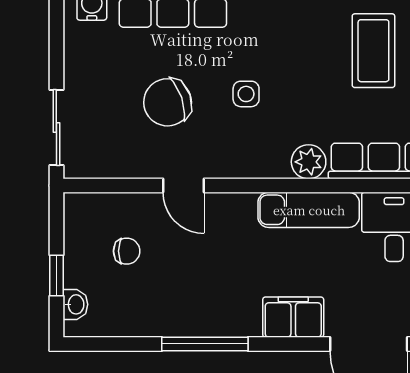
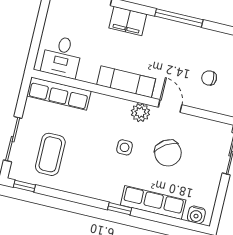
chair: (168, 102) -> (168, 153), turned 76
plant: (309, 162) -> (140, 113), moved
exam couch: (309, 210) -> (126, 82), moved

